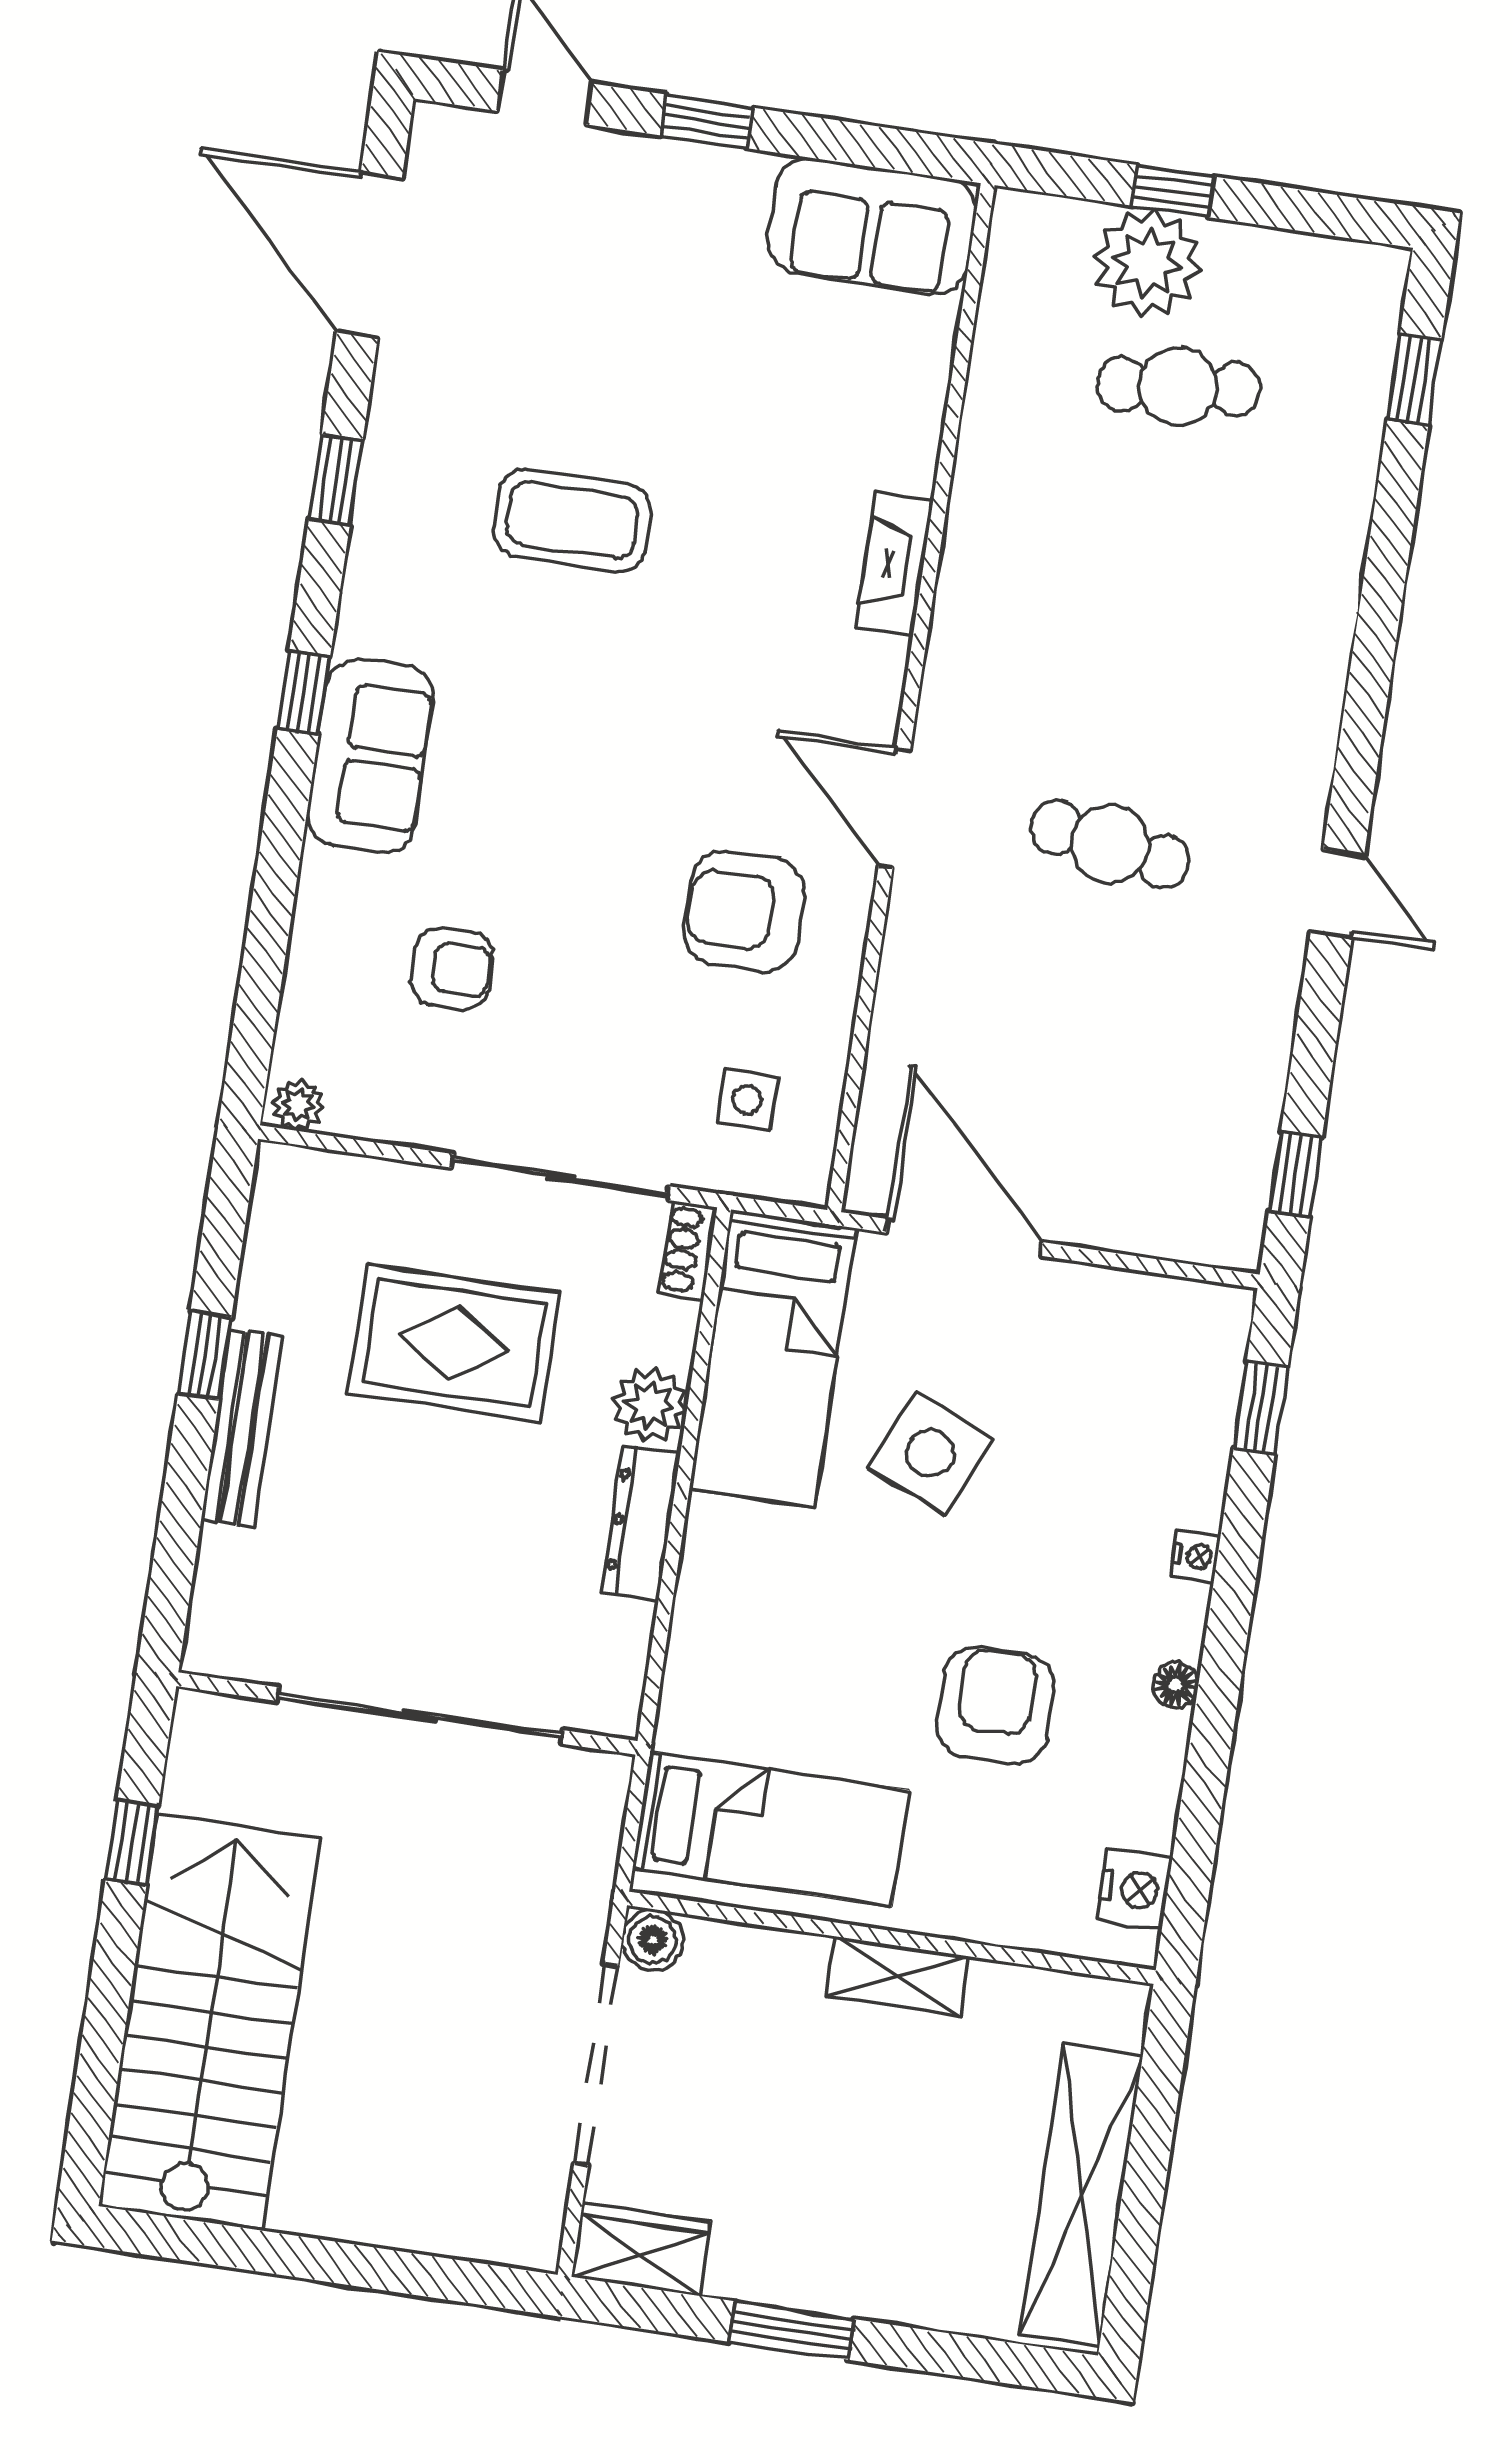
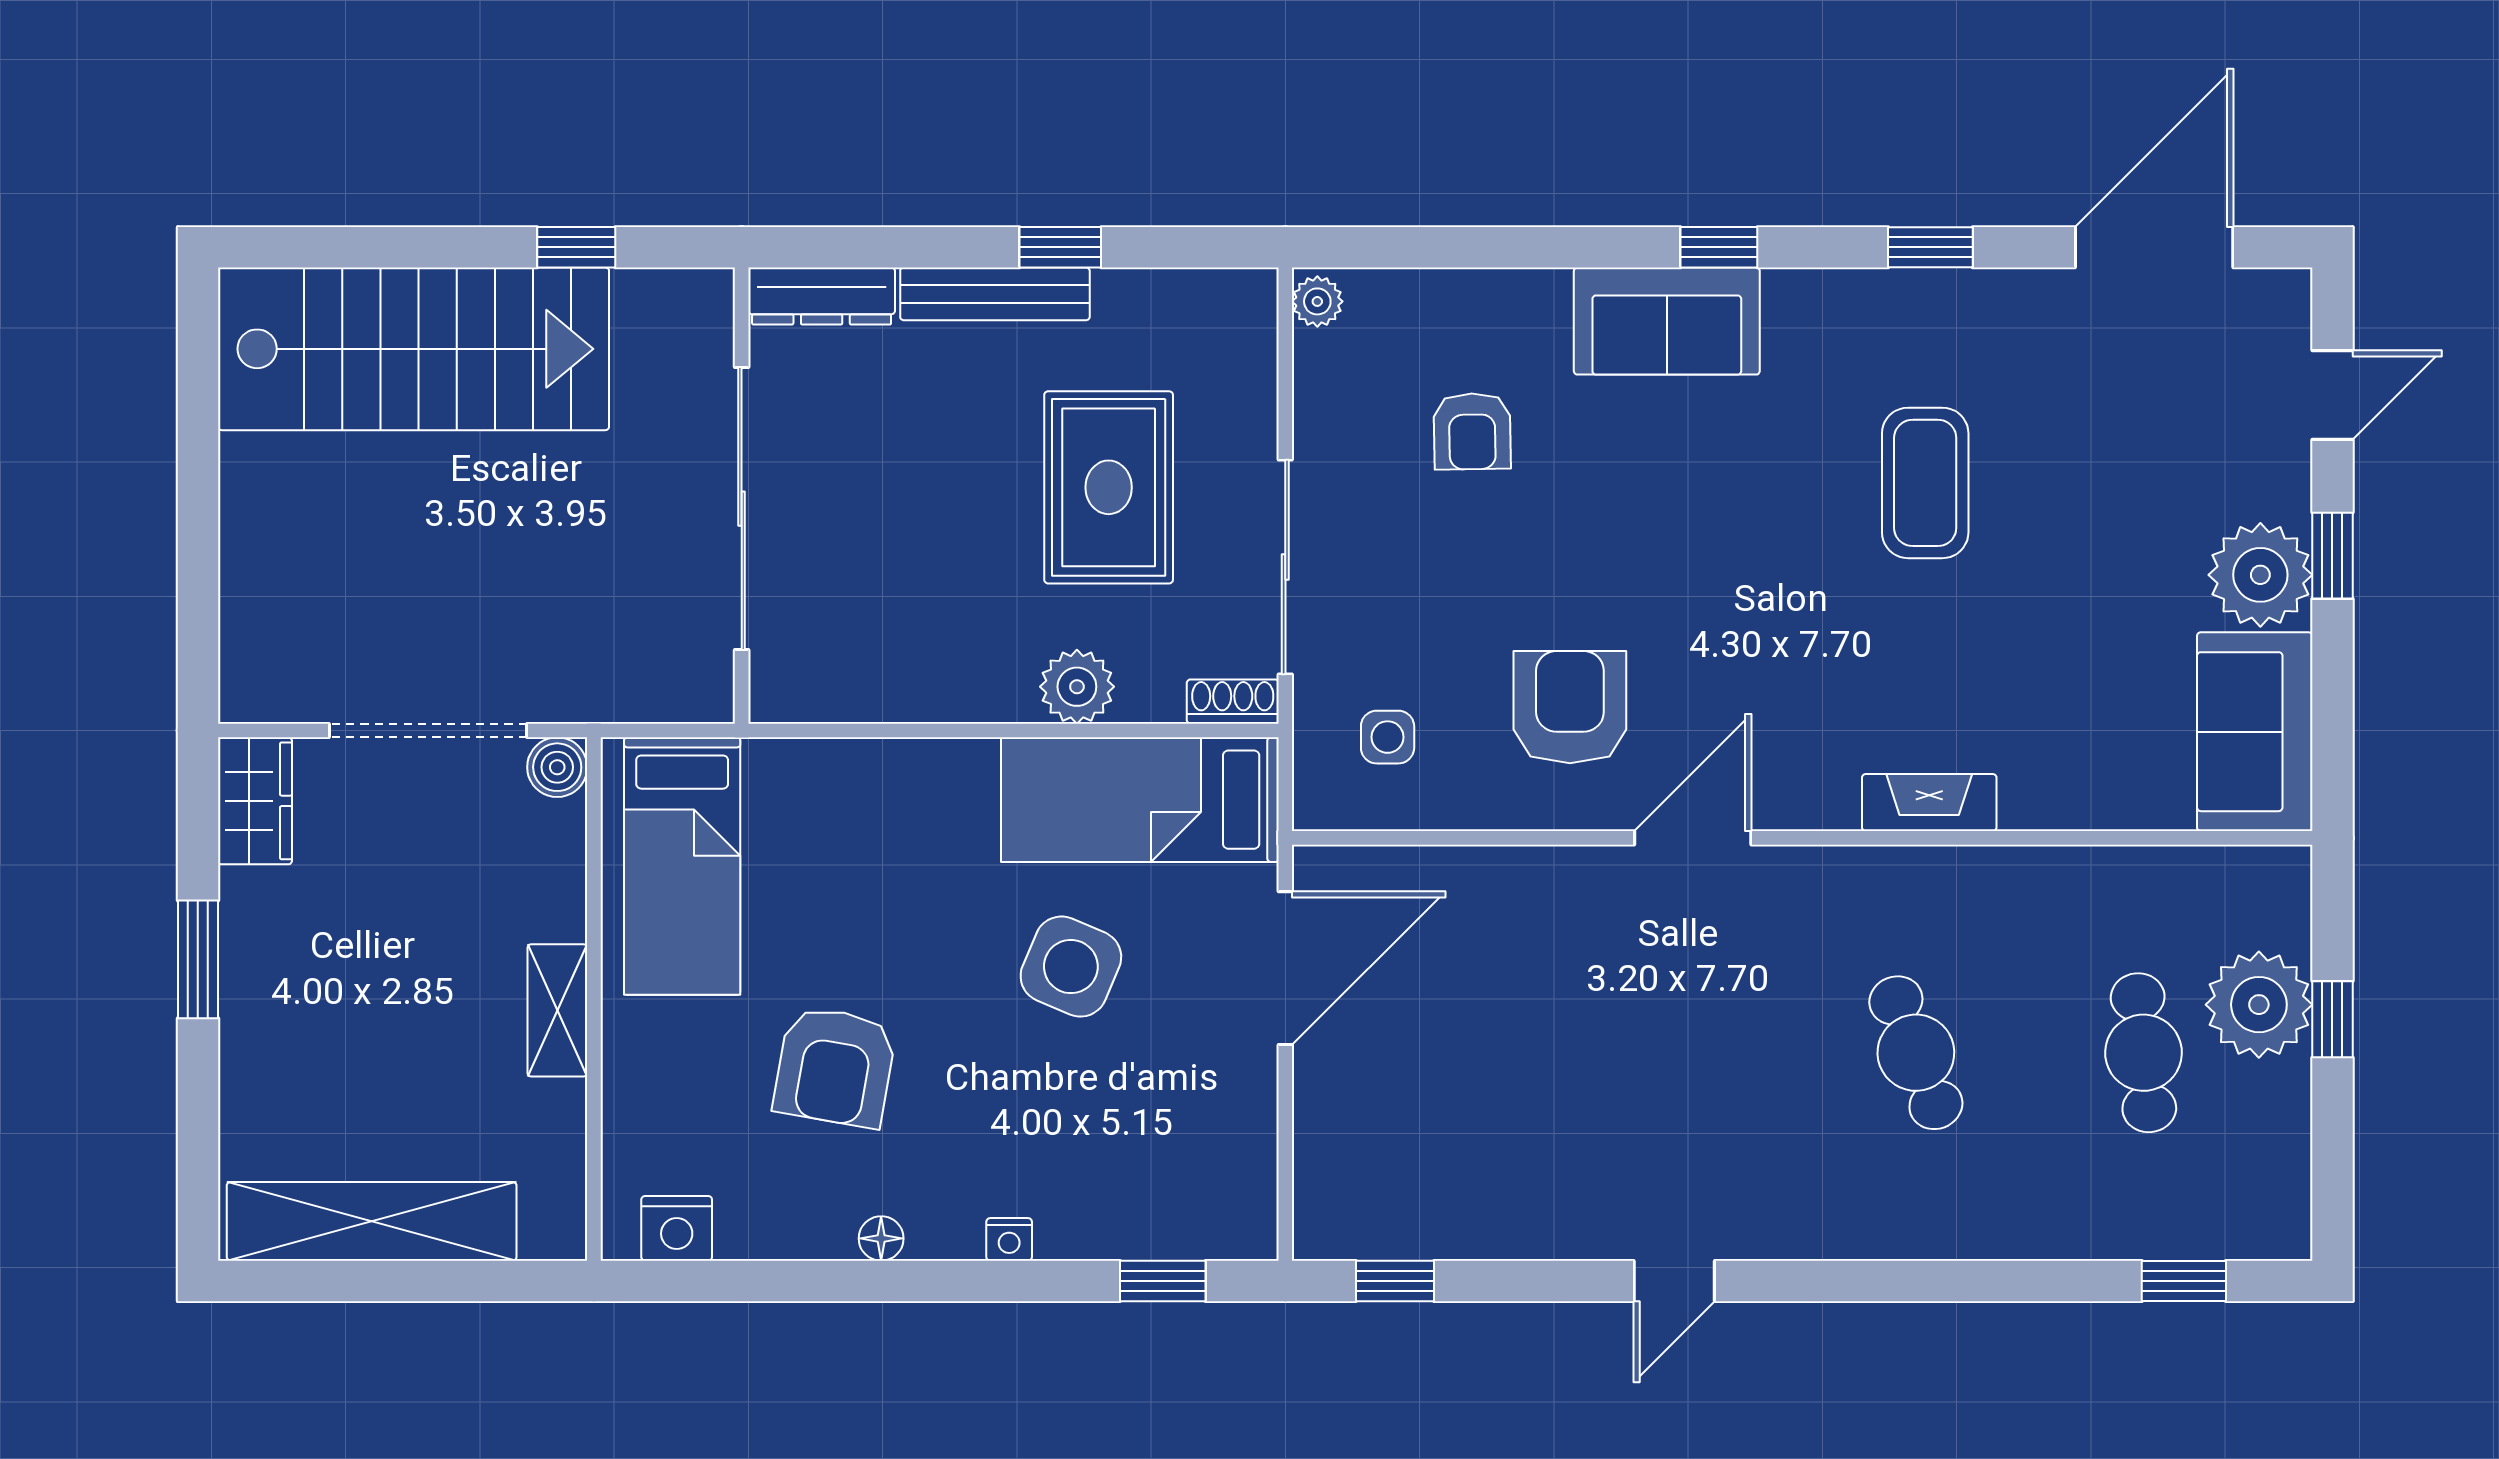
plant: (715, 197) -> (2260, 575), added
cafe table: (1110, 844) -> (1916, 1053), moved, turned -30
dresser: (641, 1523) -> (822, 296), moved, turned 180
armchair: (996, 1706) -> (835, 1067), turned 100

